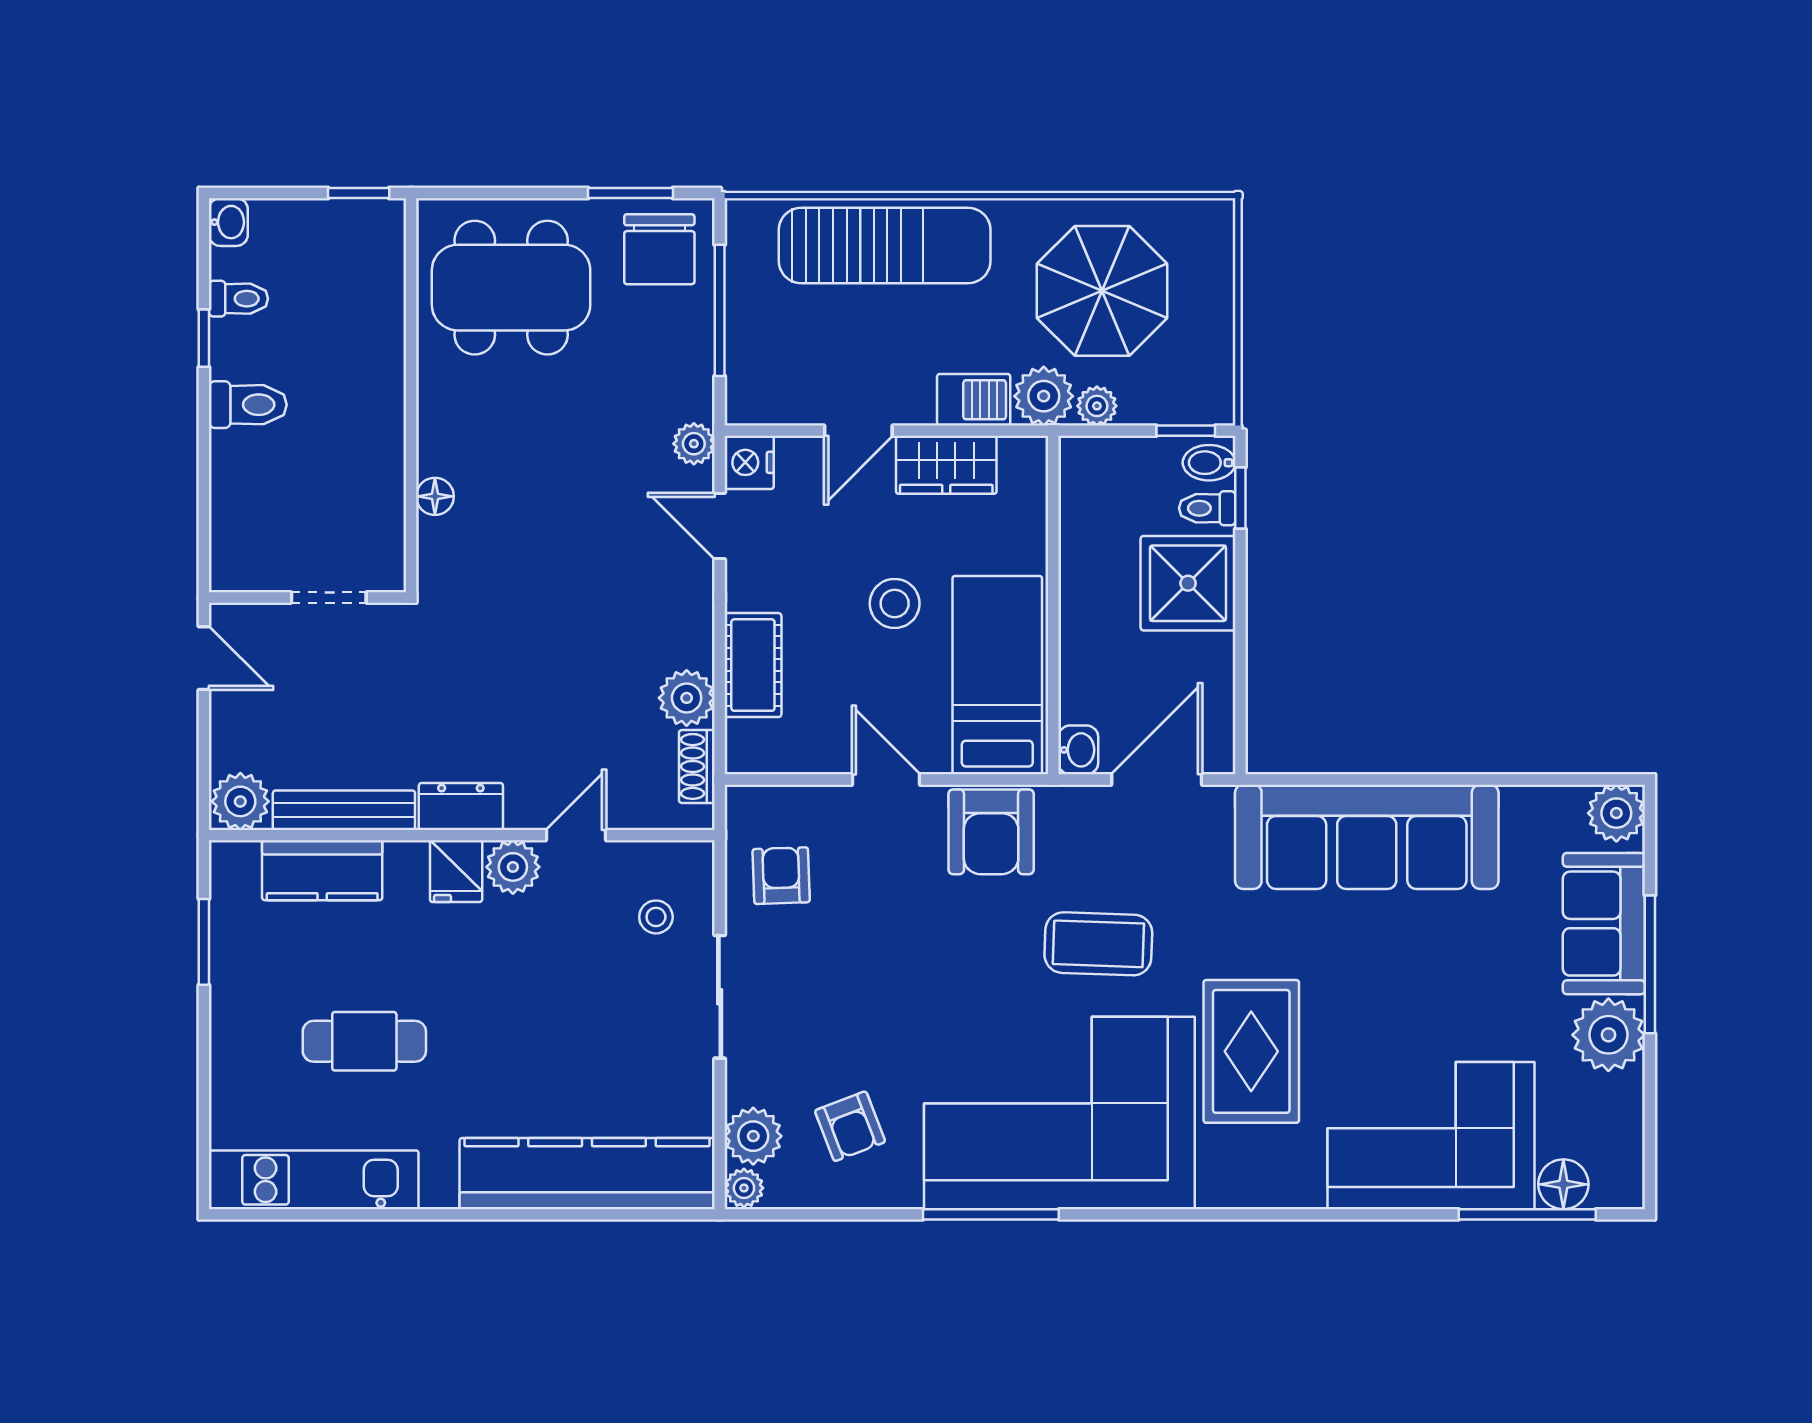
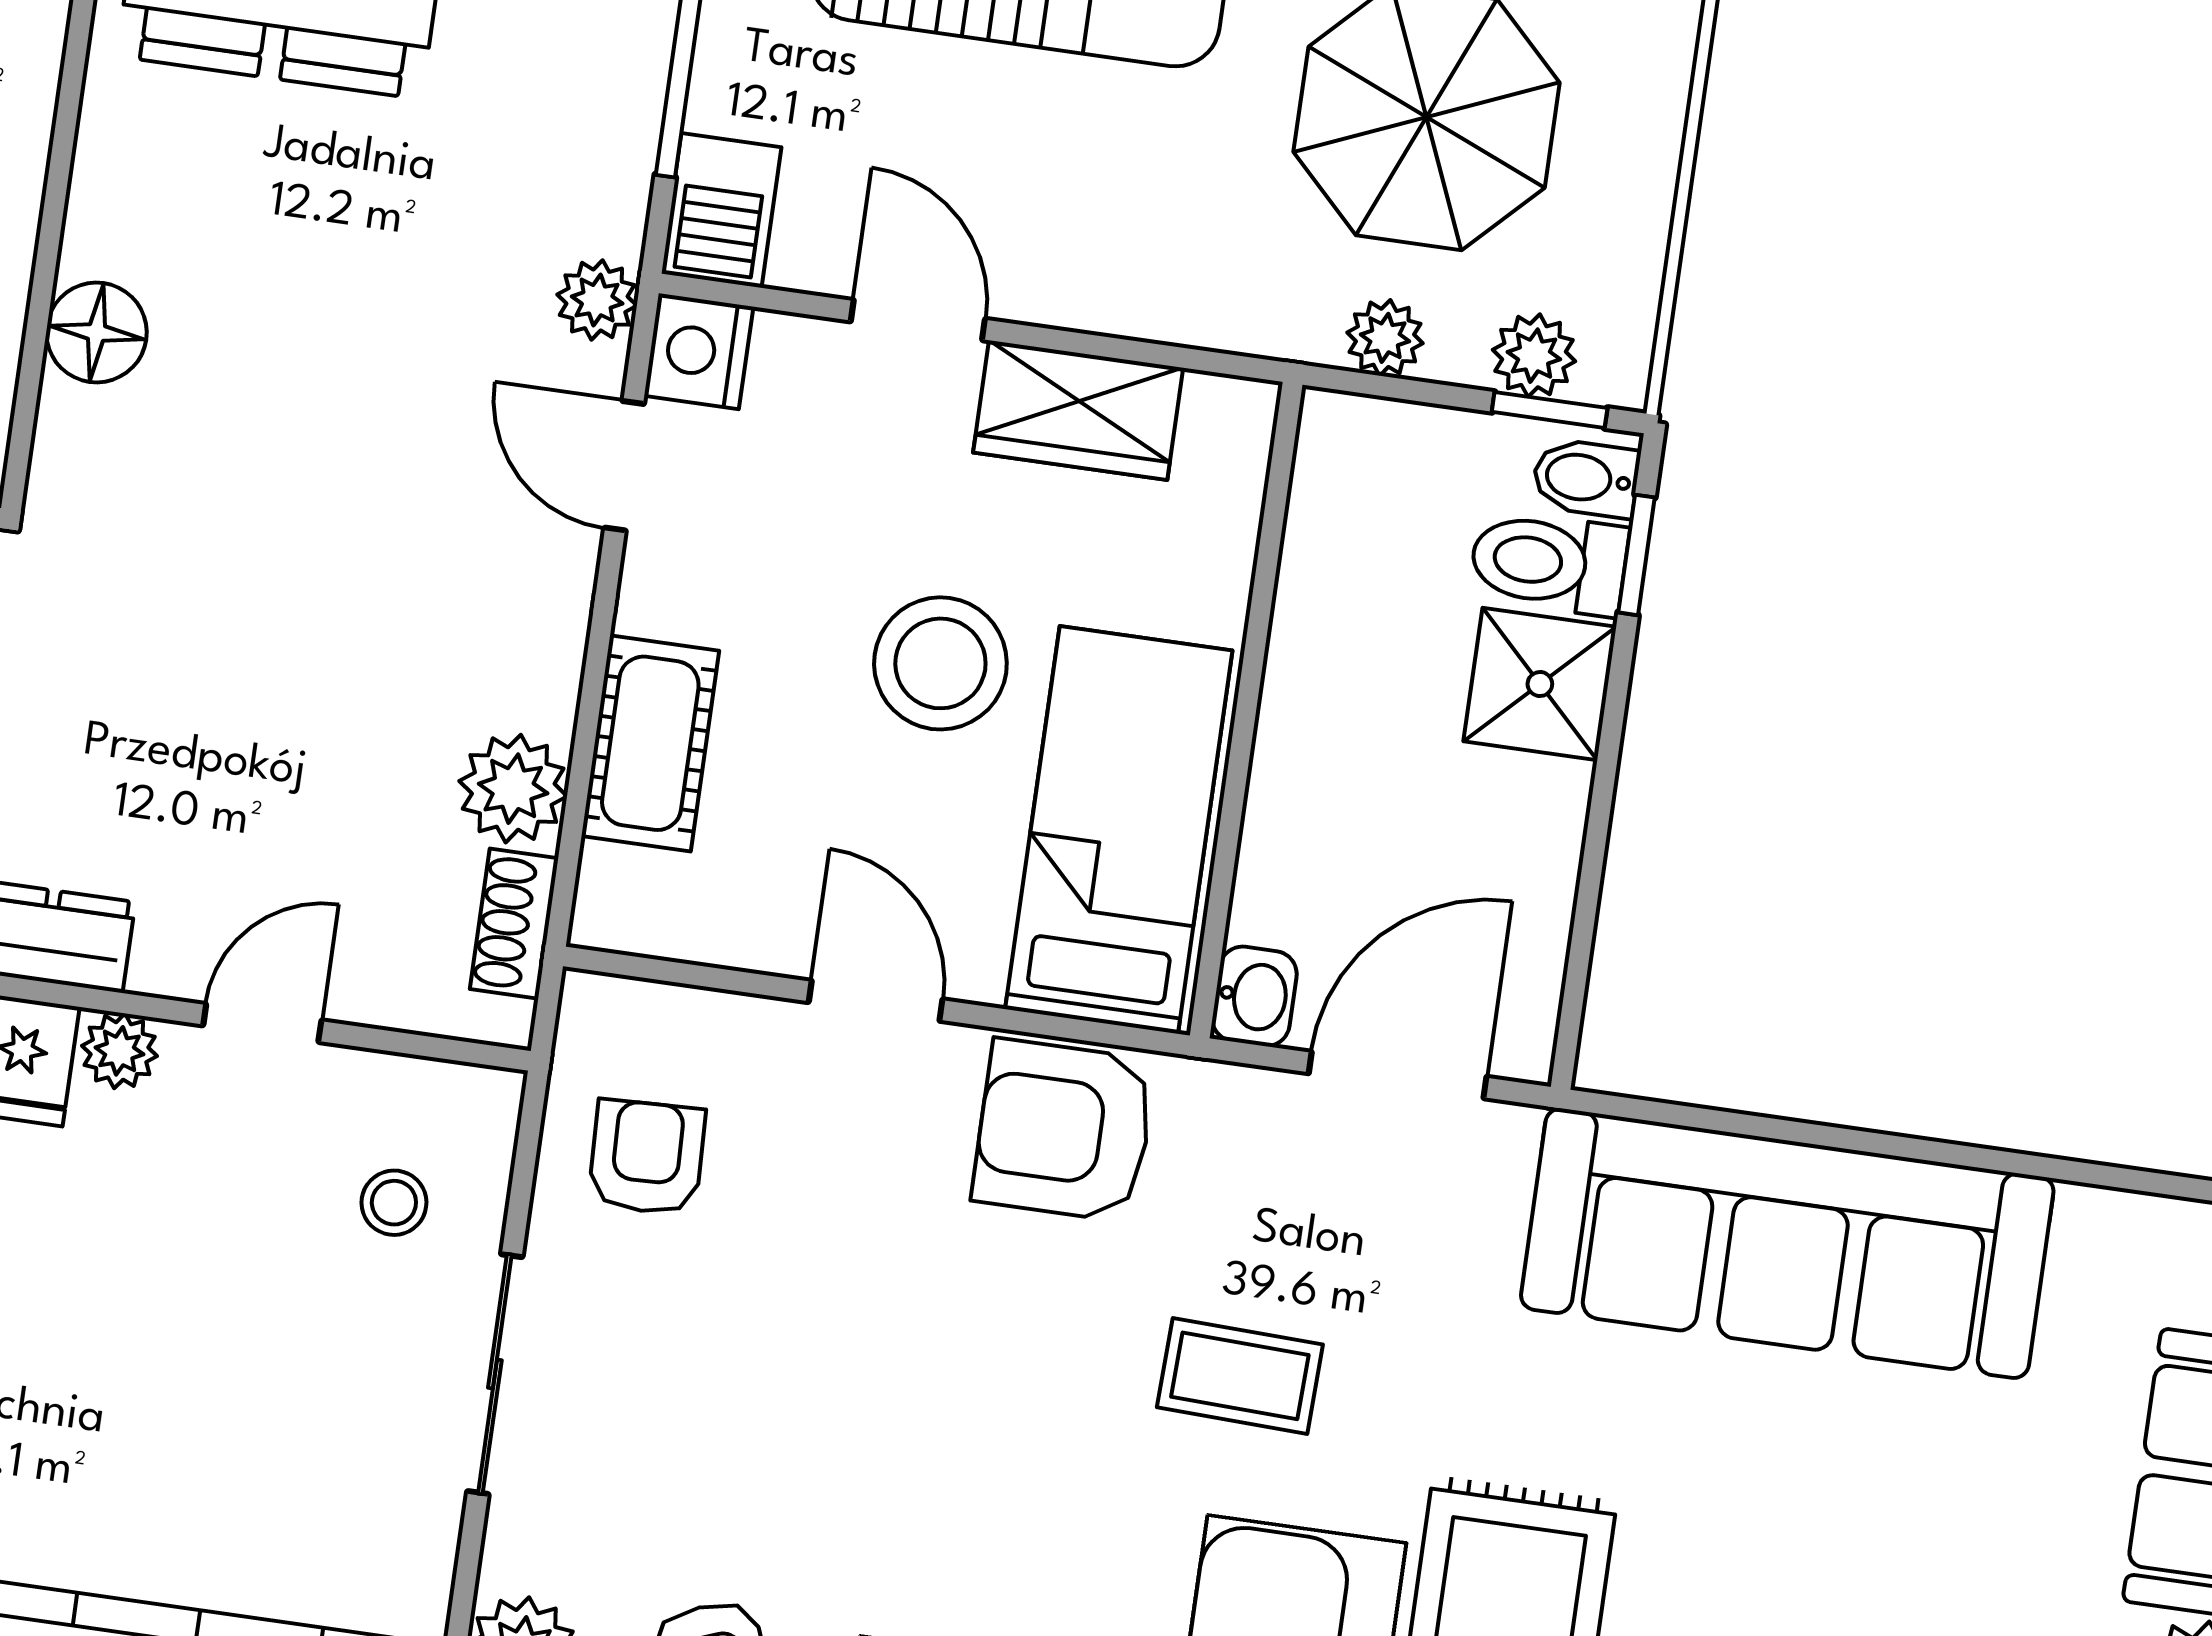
plant: (1044, 396) -> (1534, 356), moved, width x0.73, depth x0.73
barbecue: (974, 400) -> (721, 210), moved, turned 90
door: (858, 431) -> (918, 320), swing flipped
floor lamp: (435, 496) -> (97, 332), width x1.37, depth x1.37
toilet: (1207, 508) -> (1549, 563), width x1.37, depth x1.39
shower: (1188, 583) -> (1540, 684), width x0.73, depth x0.73
stool: (895, 603) -> (940, 663), width x1.38, depth x1.38
armchair: (991, 832) -> (1064, 1130), turned 90
plant: (513, 867) -> (120, 1051), width x0.73, depth x0.73
coffee table: (1098, 944) -> (1240, 1376), width x0.73, depth x0.77

